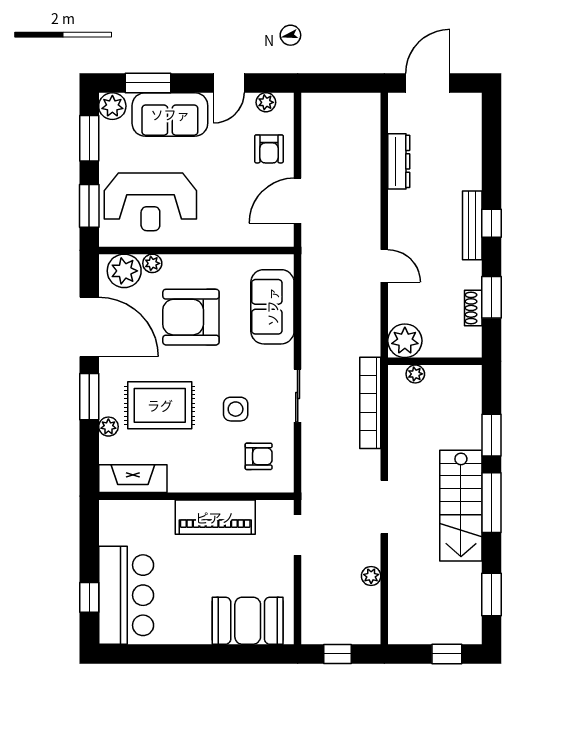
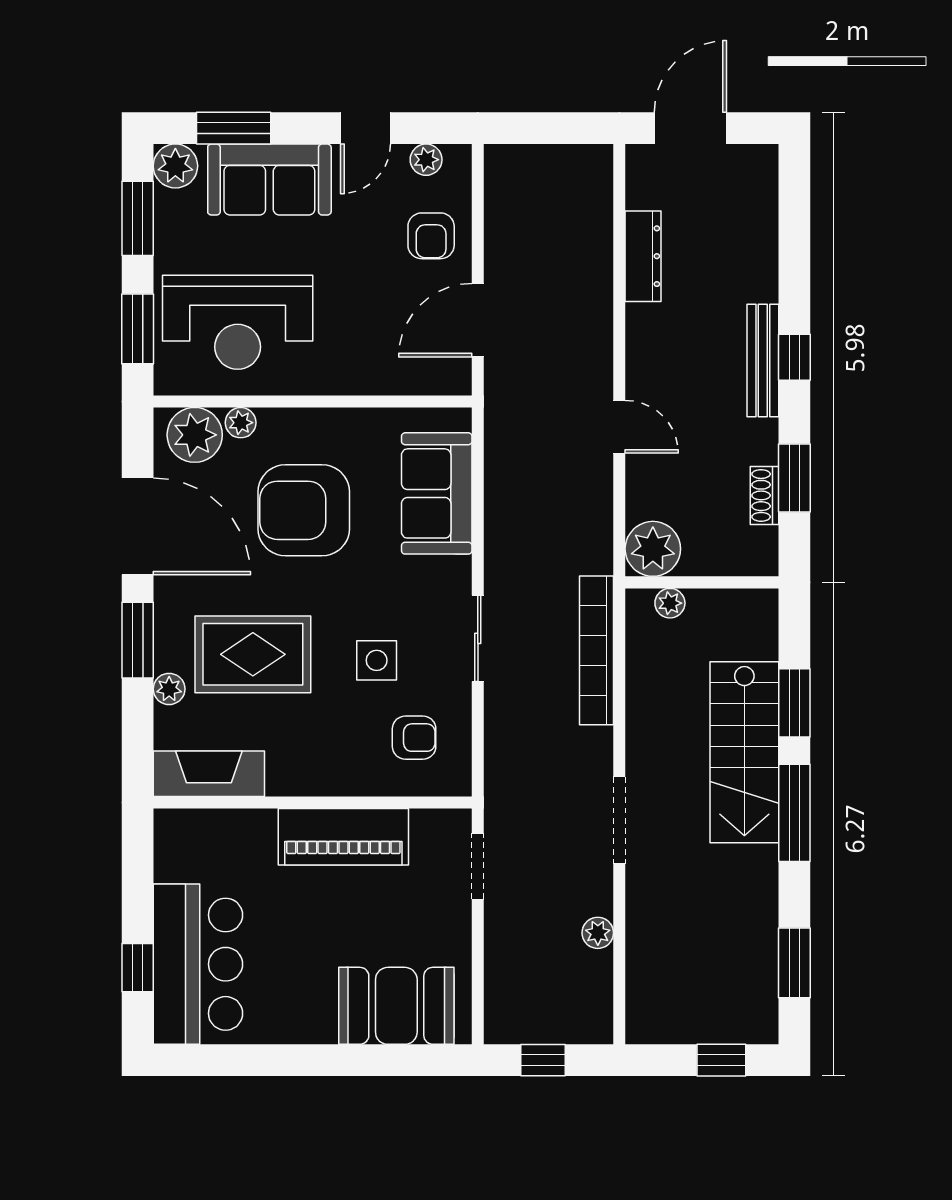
stairs: (461, 506) -> (744, 752), moved

